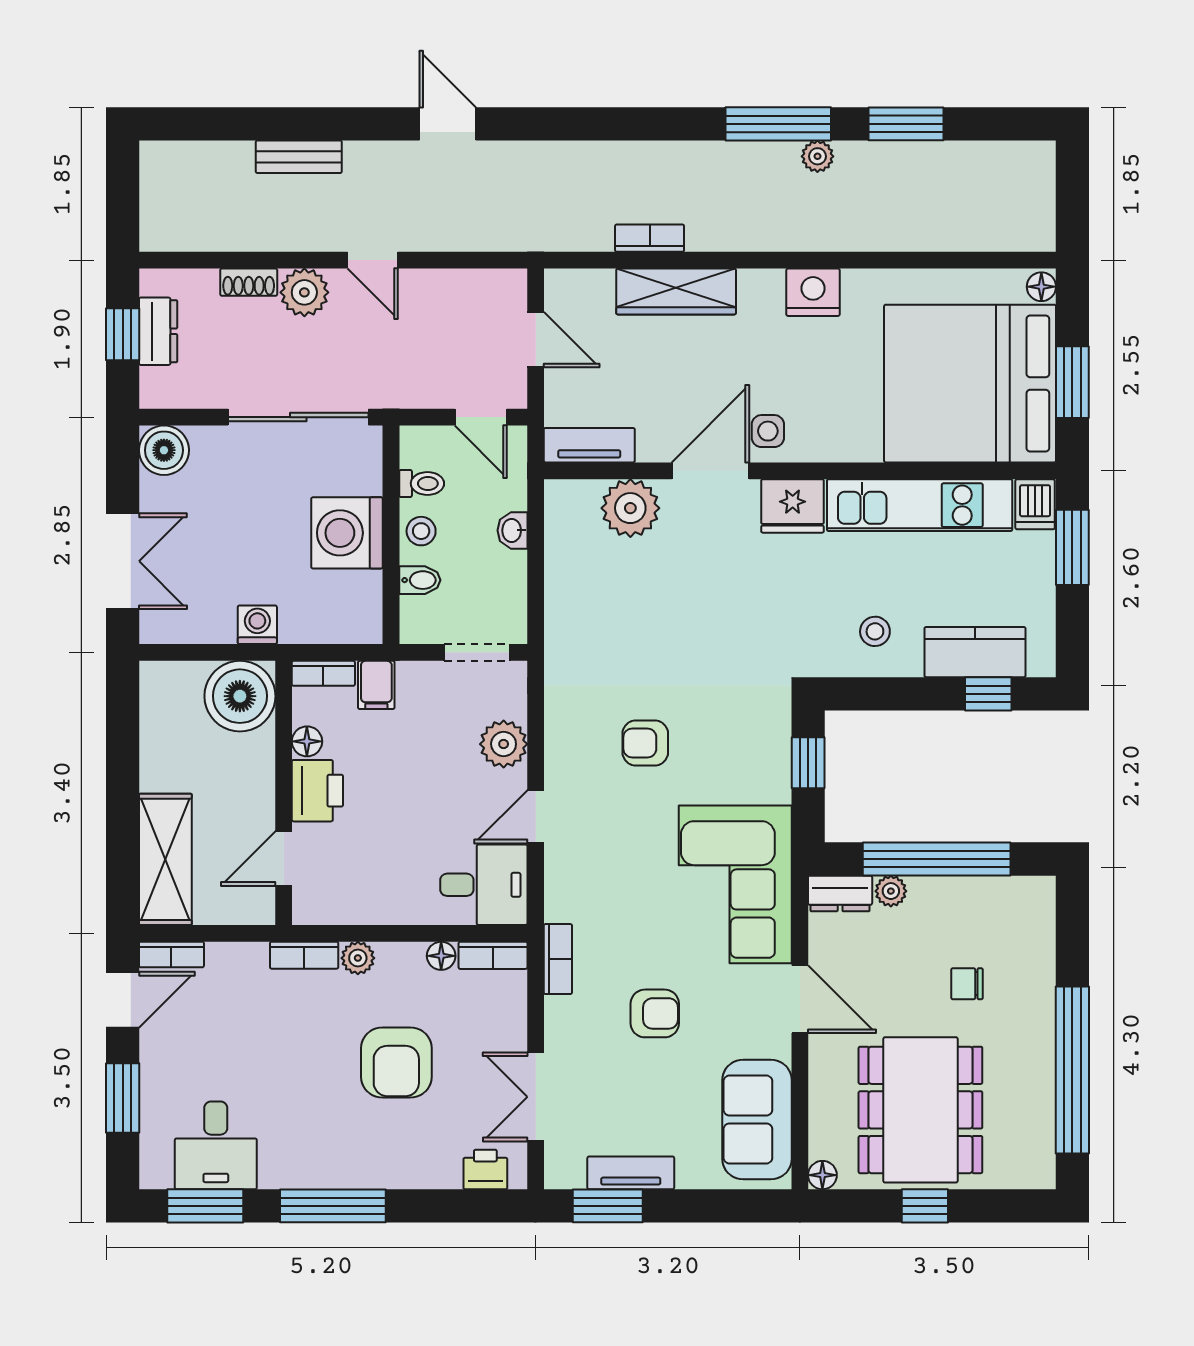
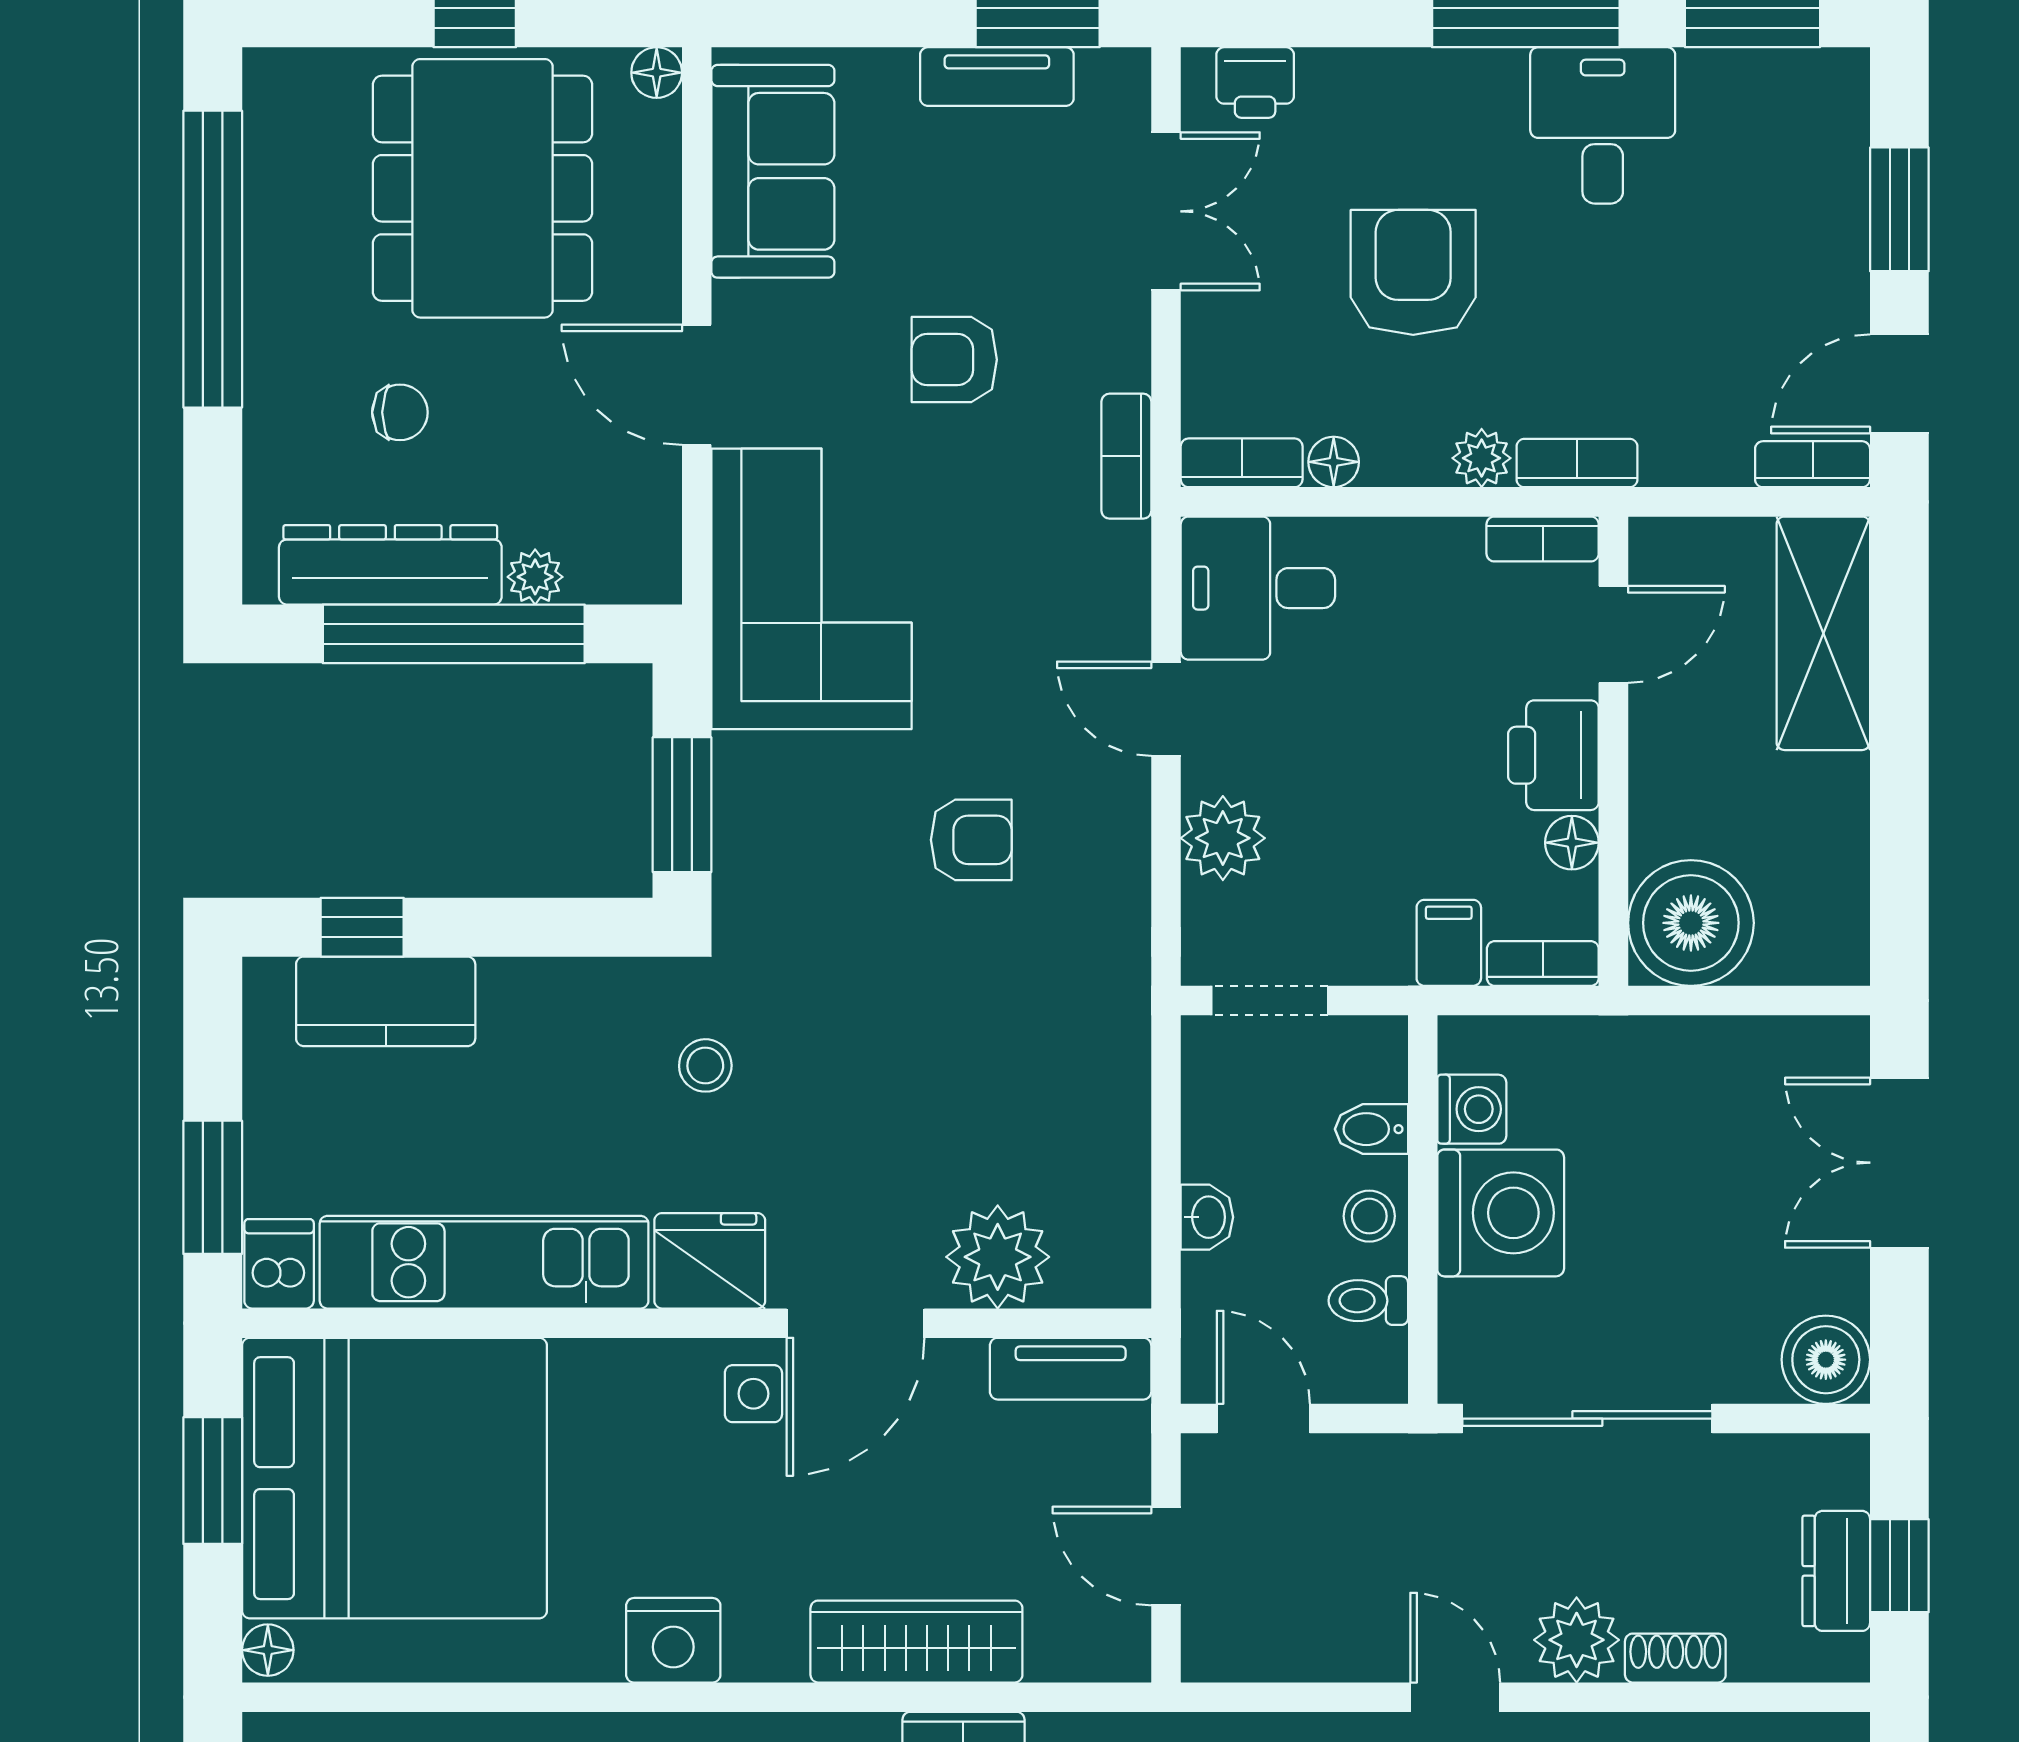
washing machine: (257, 625) -> (1472, 1109), moved, turned -90
stool: (875, 631) -> (705, 1065), moved
window: (808, 763) -> (682, 805), width x1.50
door: (536, 817) -> (1166, 709), swing flipped
dresser: (840, 893) -> (390, 565), moved, width x1.96, depth x1.24
bookcase: (323, 912) -> (1543, 539), added
desk: (216, 1145) -> (1603, 125), moved

